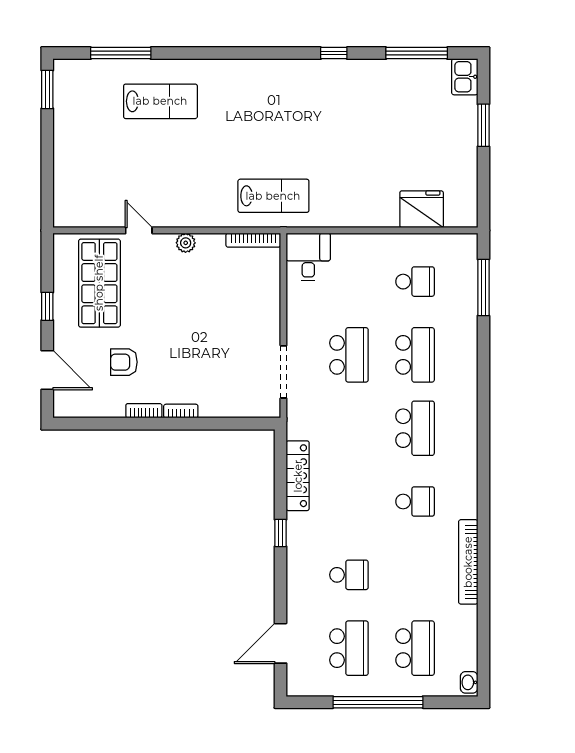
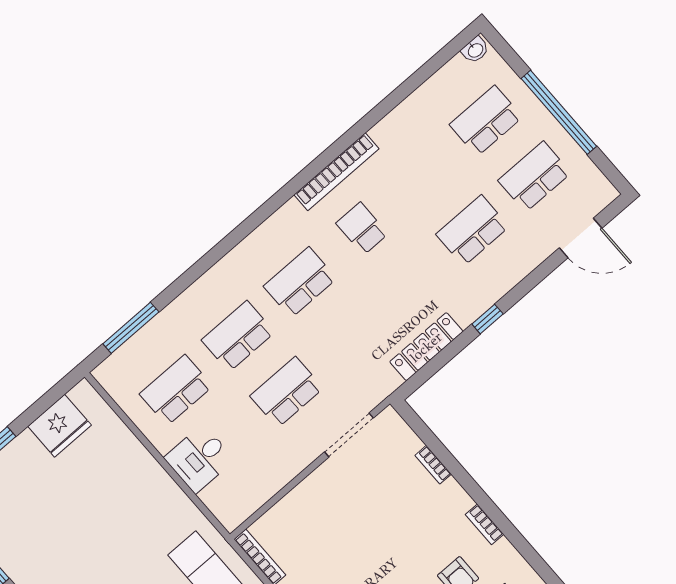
fridge: (422, 209) -> (60, 426), moved, turned -90
desk: (308, 257) -> (199, 459), moved
school desk: (415, 282) -> (176, 390), width x1.85
bookcase: (181, 411) -> (433, 465), moved
bookcase: (468, 562) -> (337, 172), moved
school desk: (349, 575) -> (473, 230), width x1.85

